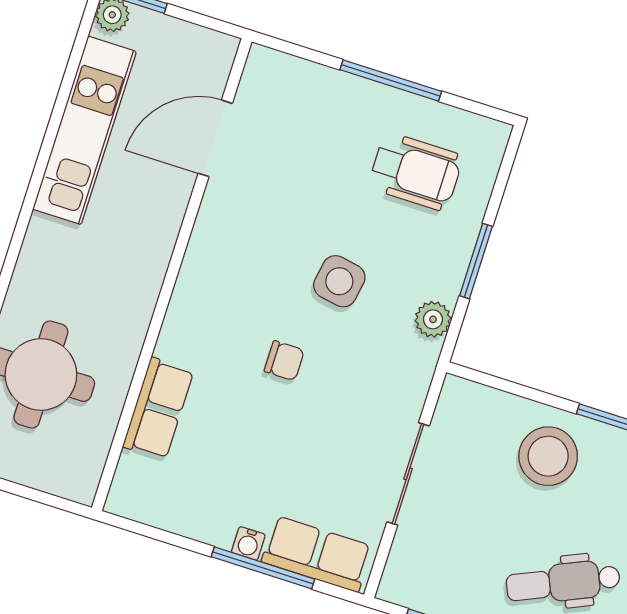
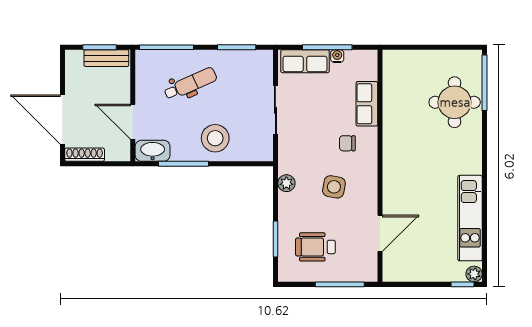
door: (215, 138) -> (380, 233), moved
window: (476, 261) -> (275, 239), moved
wall: (172, 275) -> (380, 166), moved
row of seats: (158, 409) -> (367, 104), moved

